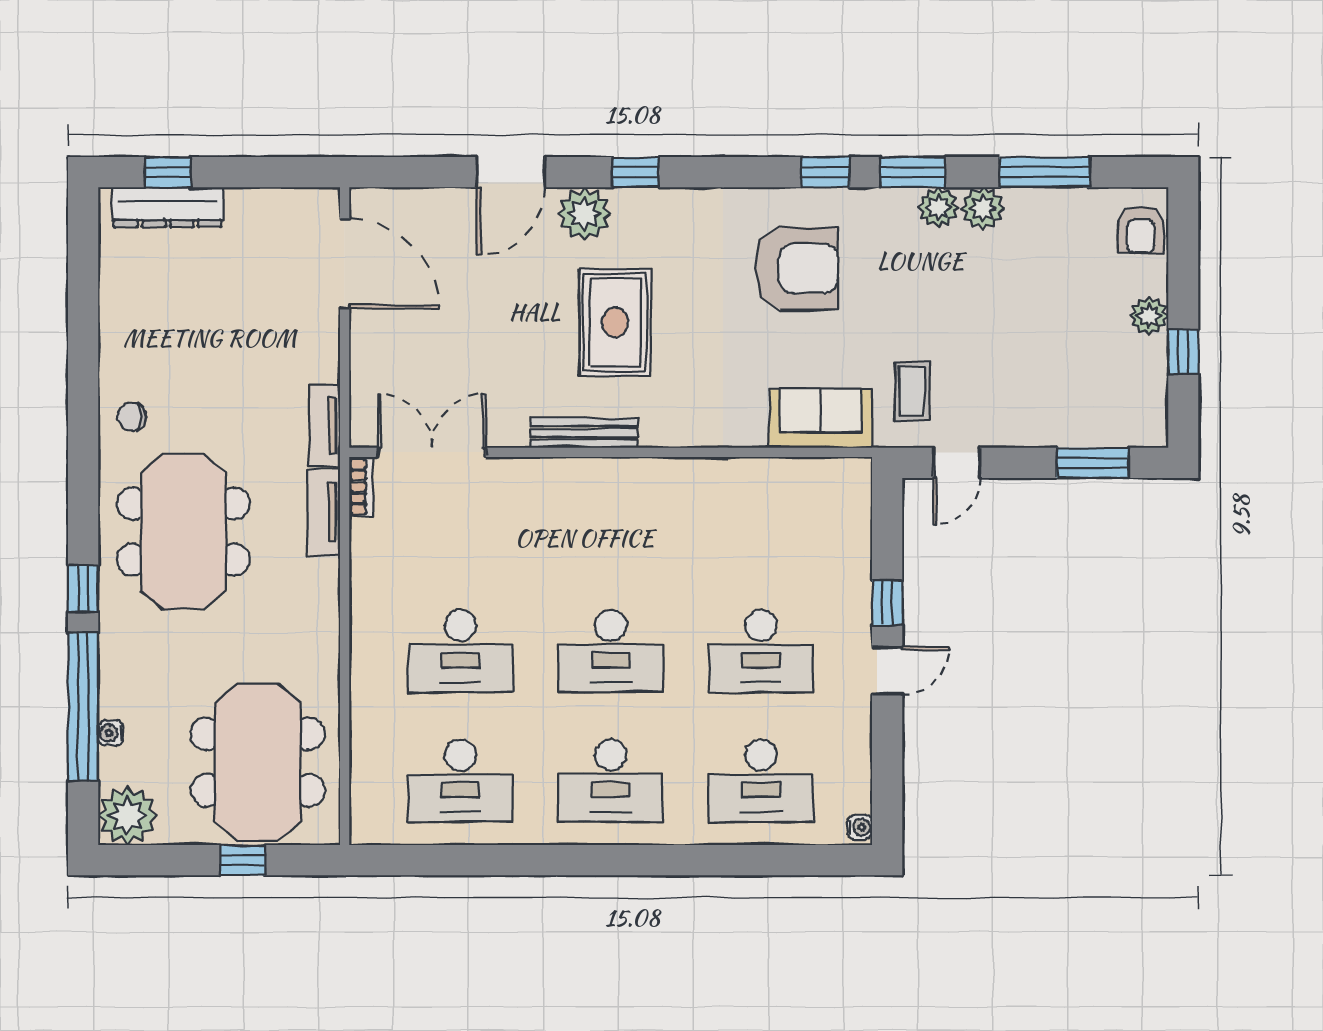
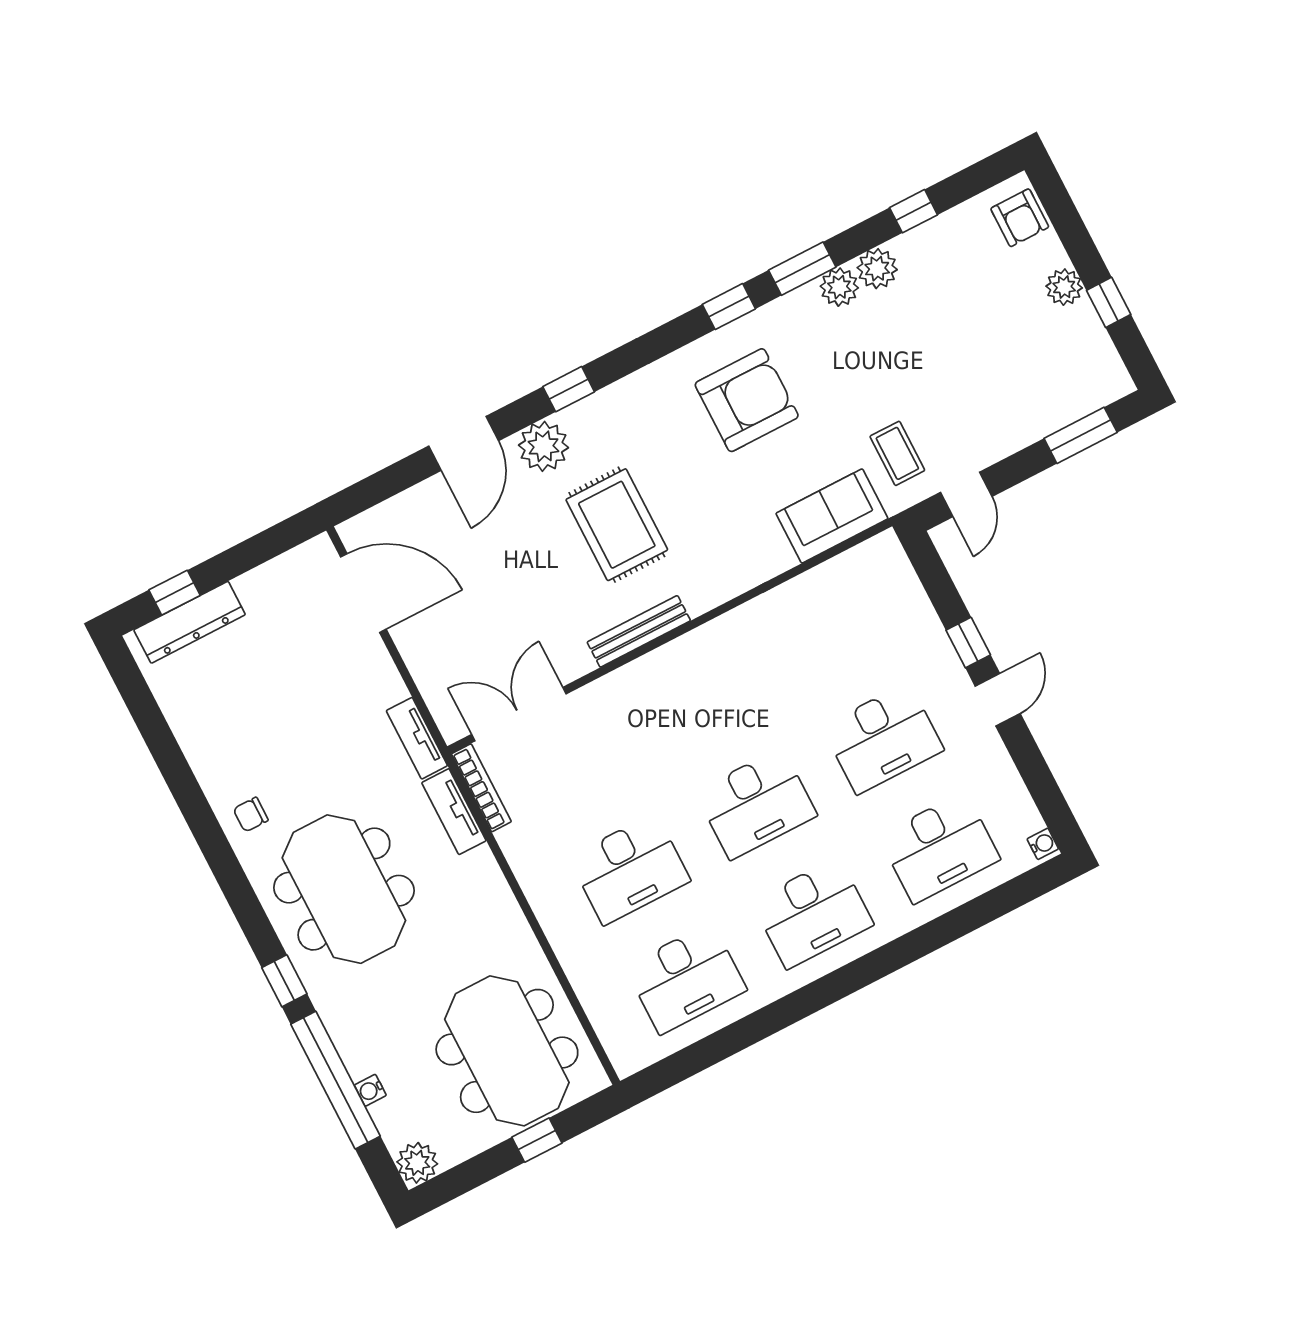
window: (1045, 172) -> (914, 211), width x0.46
bookcase: (361, 487) -> (481, 788), width x1.56
plant: (127, 816) -> (417, 1163), width x0.73, depth x0.73

